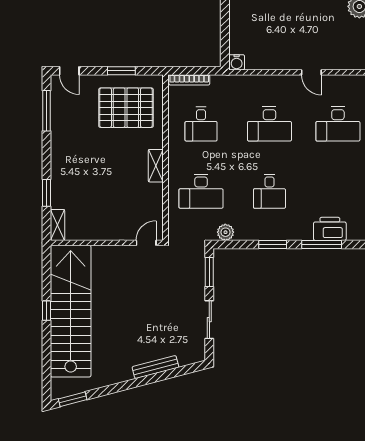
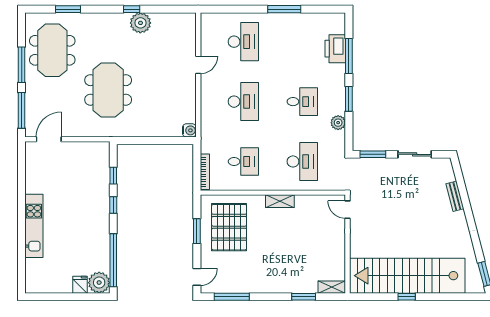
plant: (225, 232) -> (338, 123), moved
bench: (155, 367) -> (455, 196), width x0.73

